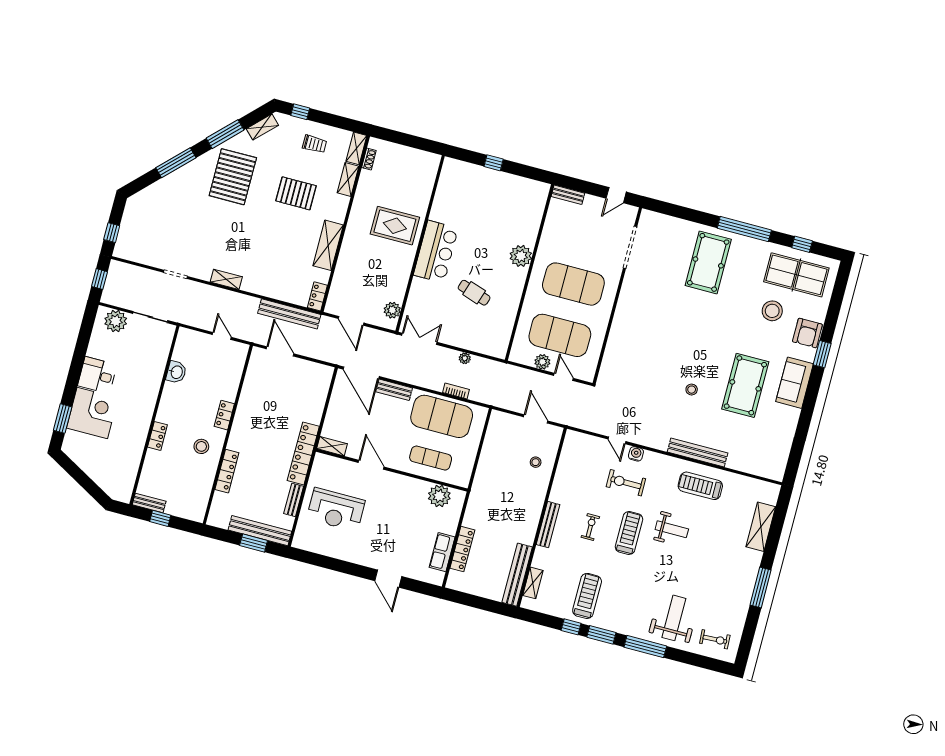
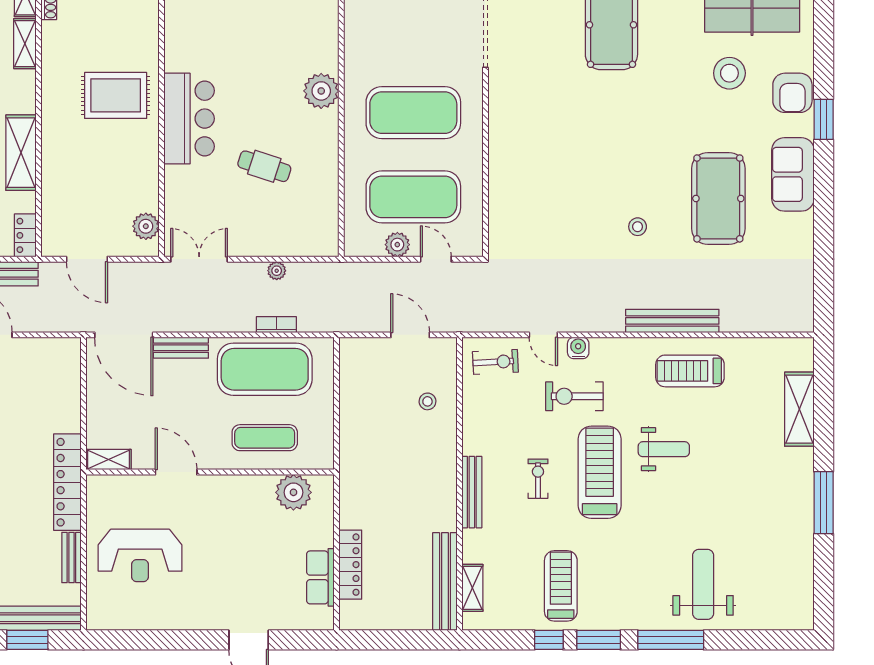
treadmill: (629, 533) -> (600, 472), width x1.37, depth x1.38
exercise bike: (715, 639) -> (495, 362), moved

